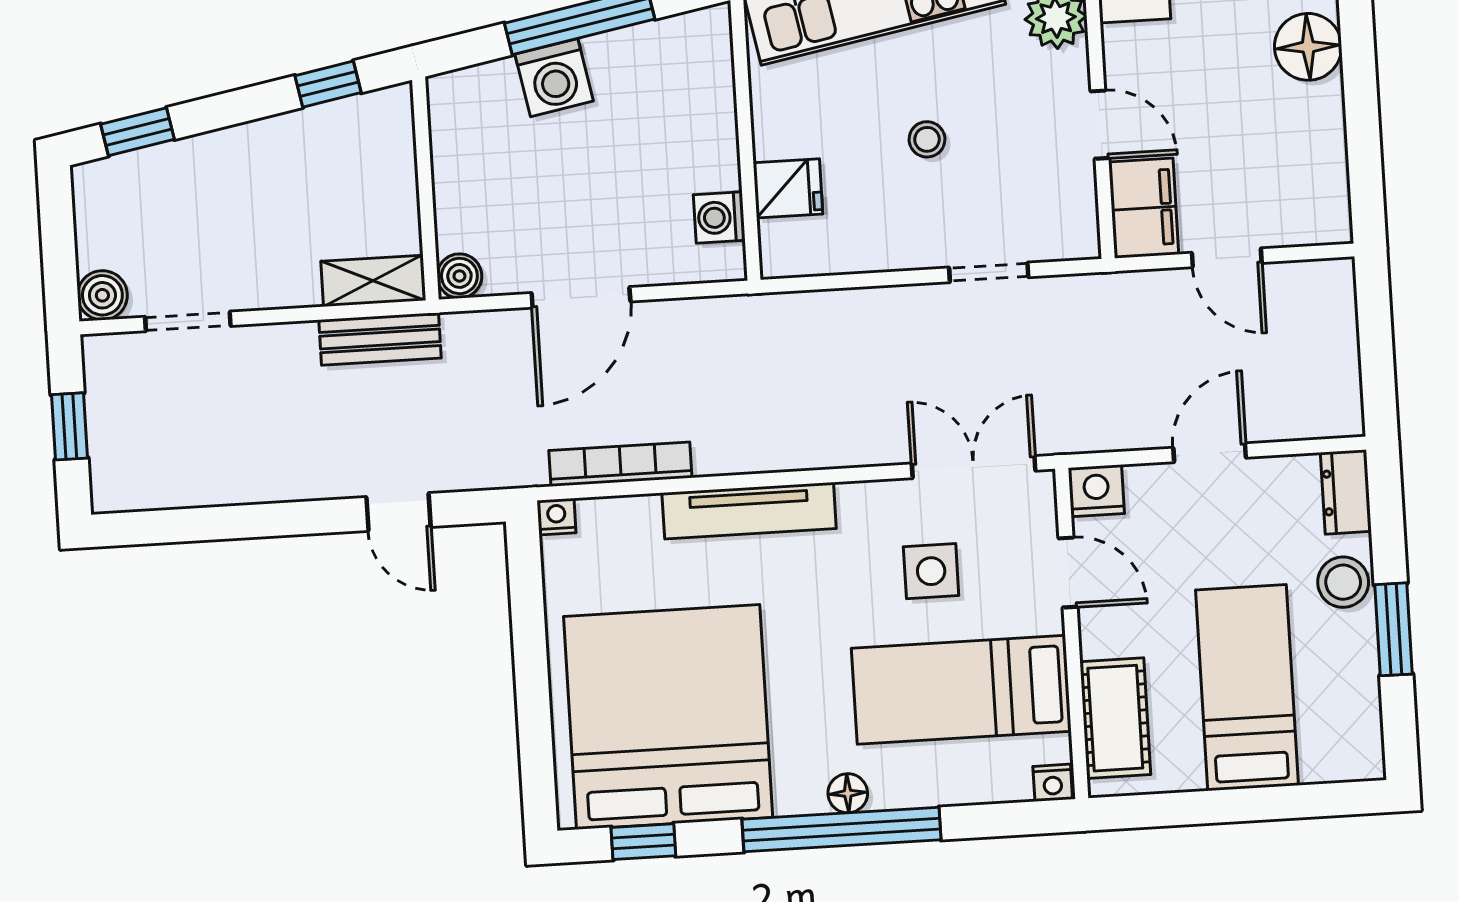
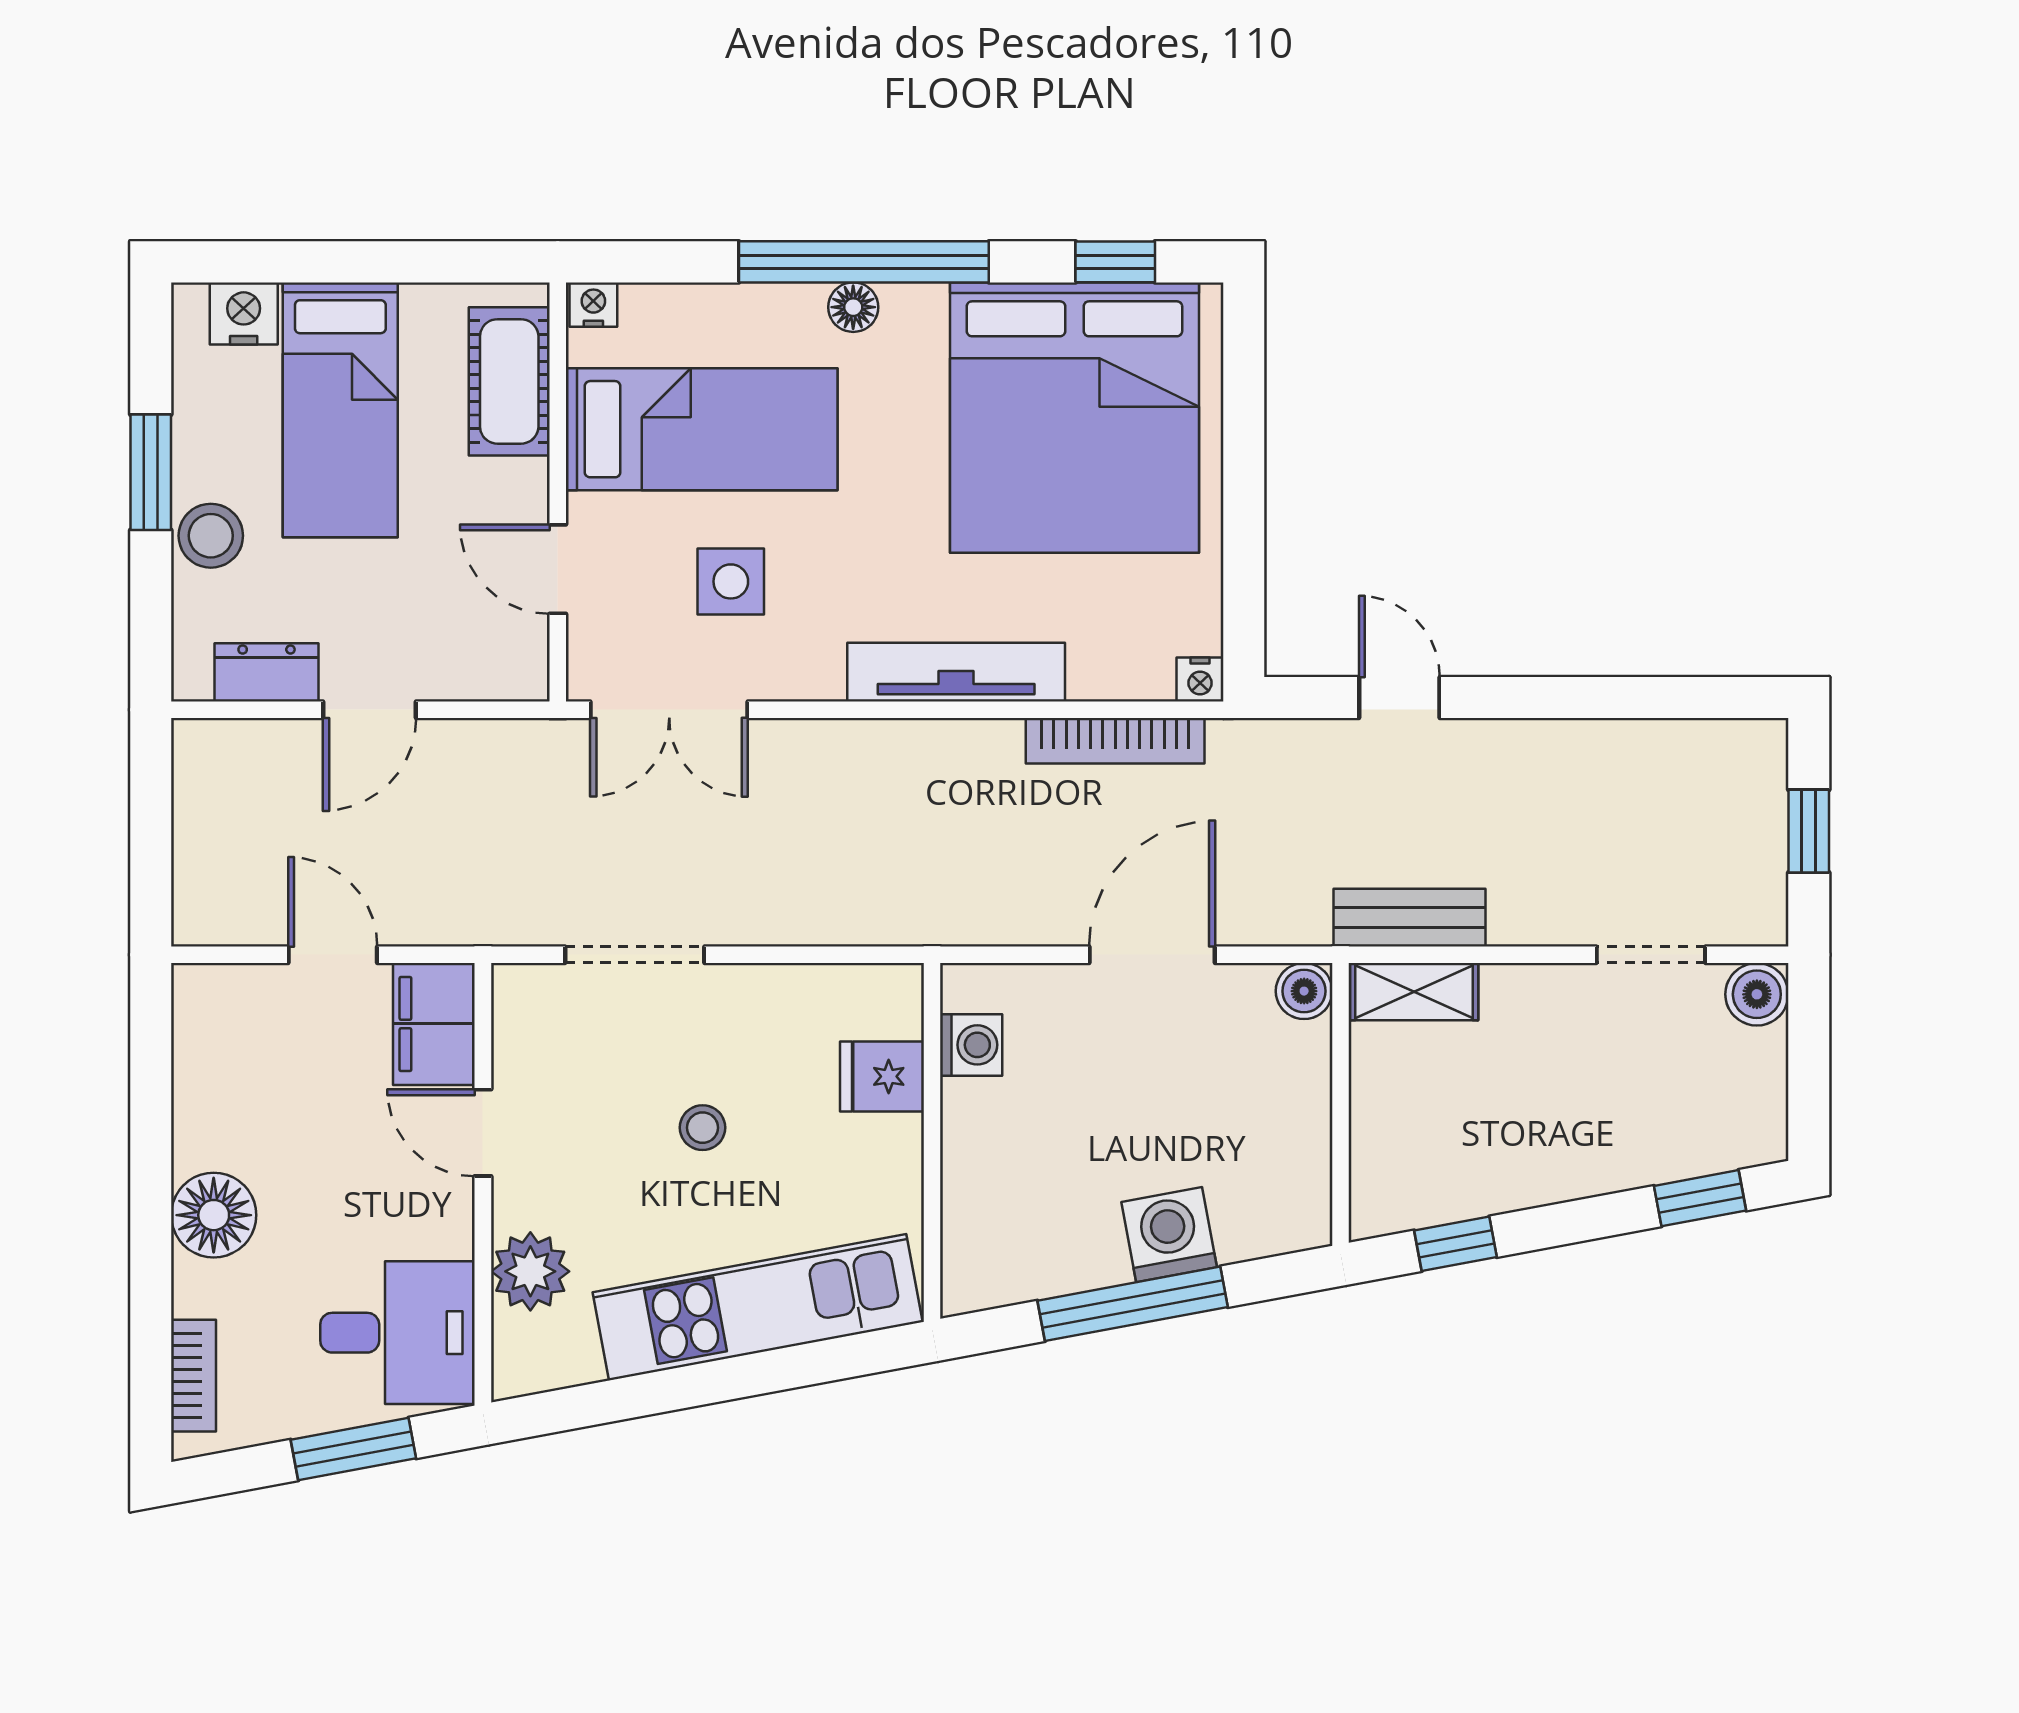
doorway: (989, 272) -> (635, 955), width x1.38
nightstand: (1096, 491) -> (244, 313), moved, turned 180
dresser: (1346, 492) -> (267, 672), moved, turned -90

